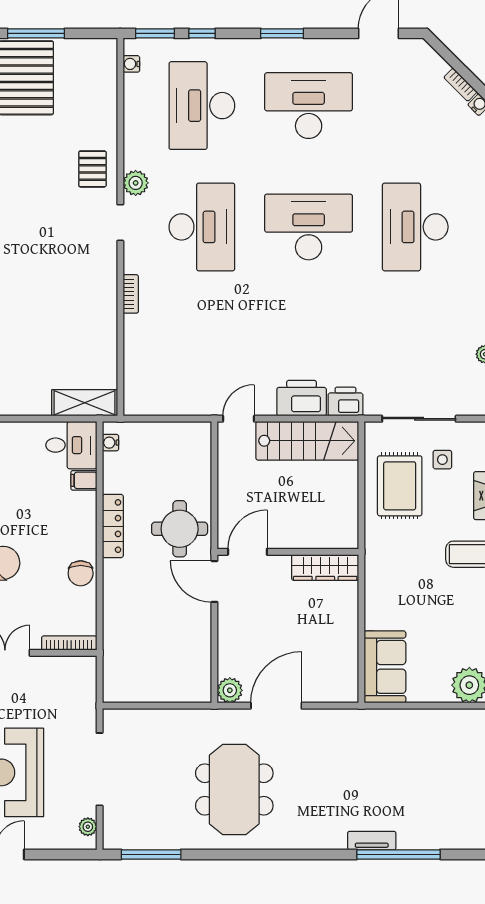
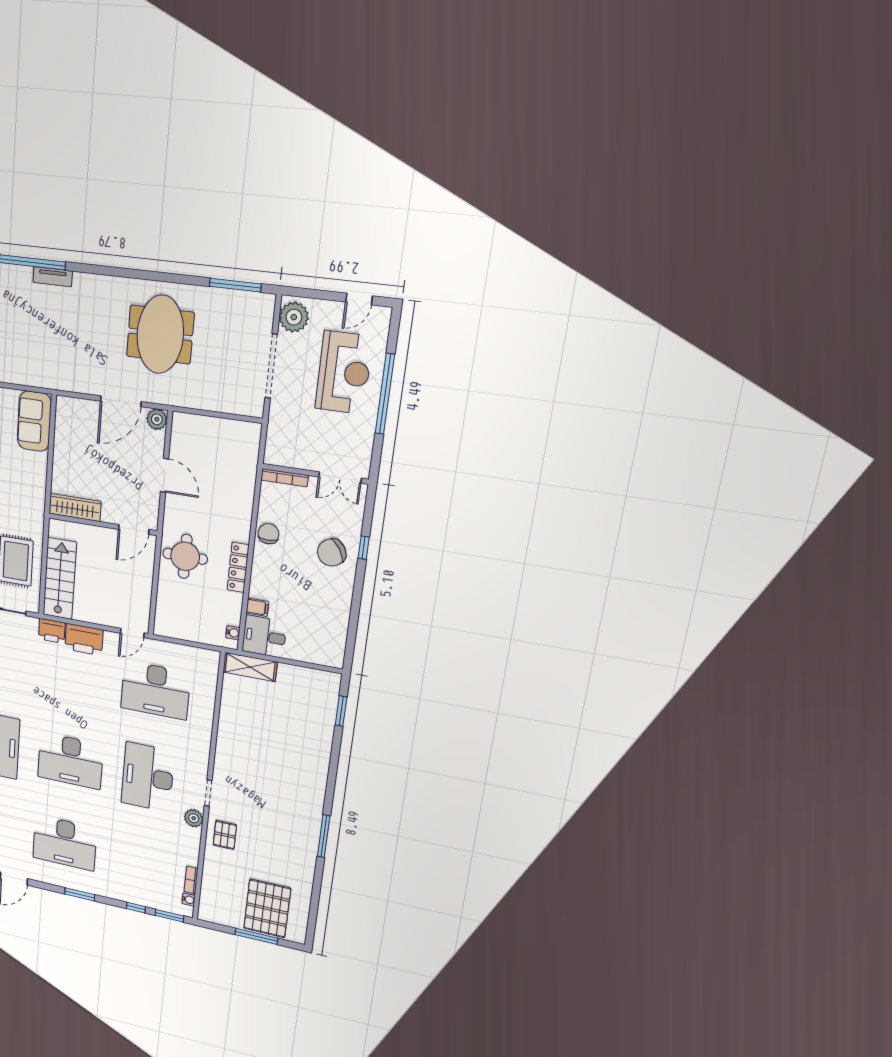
desk: (202, 106) -> (155, 690), moved, turned 90
bookcase: (131, 294) -> (191, 880), moved
stairs: (307, 441) -> (60, 579), moved, turned 90
door: (214, 582) -> (165, 475), moved
plant: (88, 827) -> (294, 317), width x1.88, depth x1.88

